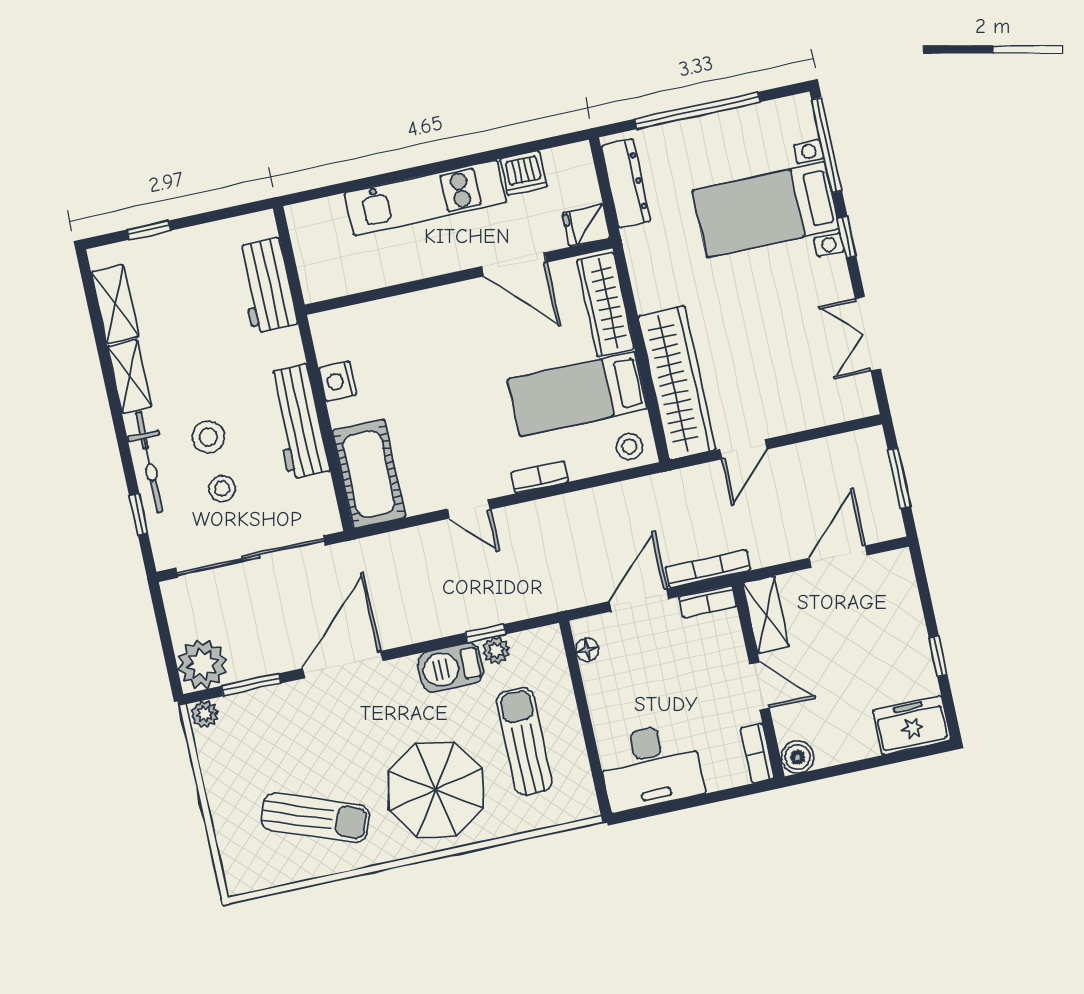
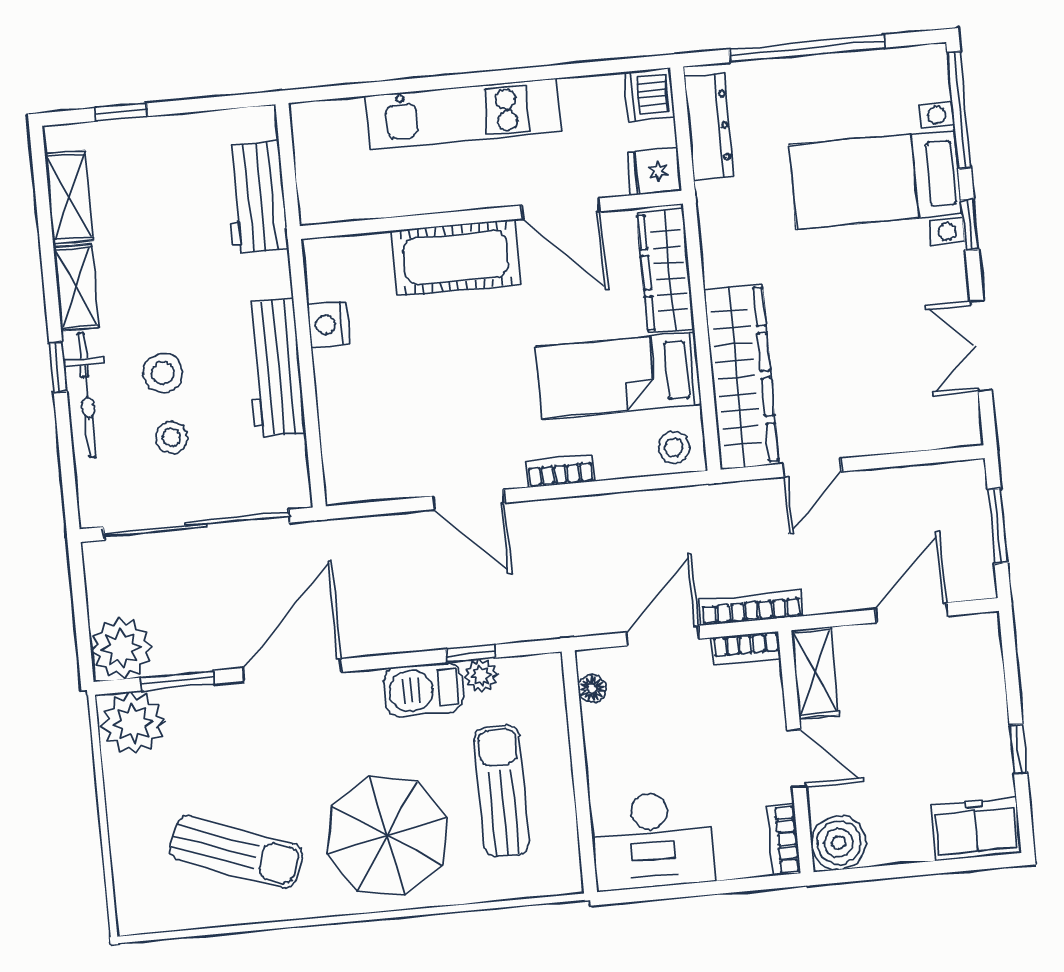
dishwasher: (523, 173) -> (650, 94), moved, turned 90
cot: (369, 474) -> (456, 258), moved, turned 90
door: (469, 509) -> (469, 500), width x1.38
window: (139, 514) -> (58, 367), moved
plant: (205, 714) -> (133, 723), width x1.87, depth x1.87
boiler: (797, 757) -> (839, 843), width x1.36, depth x1.36

